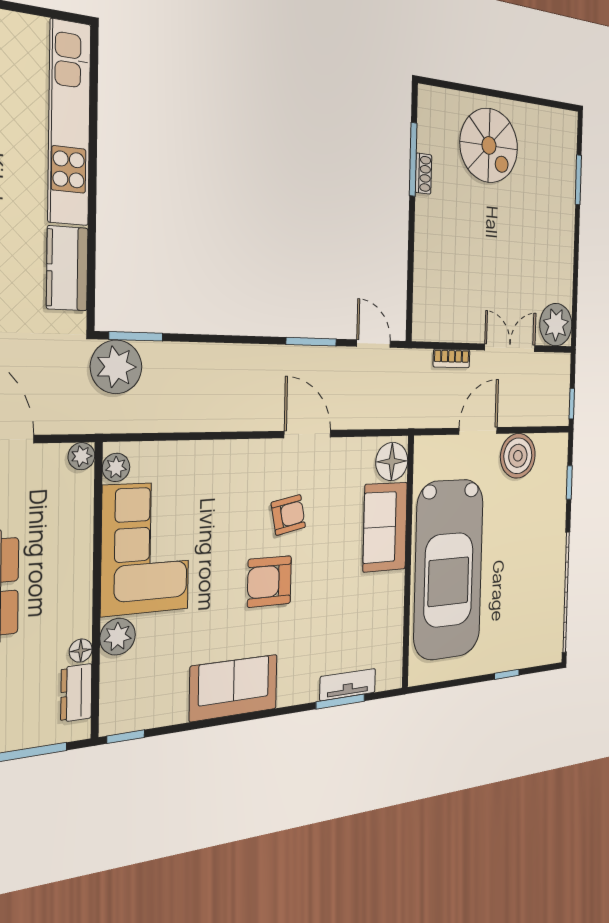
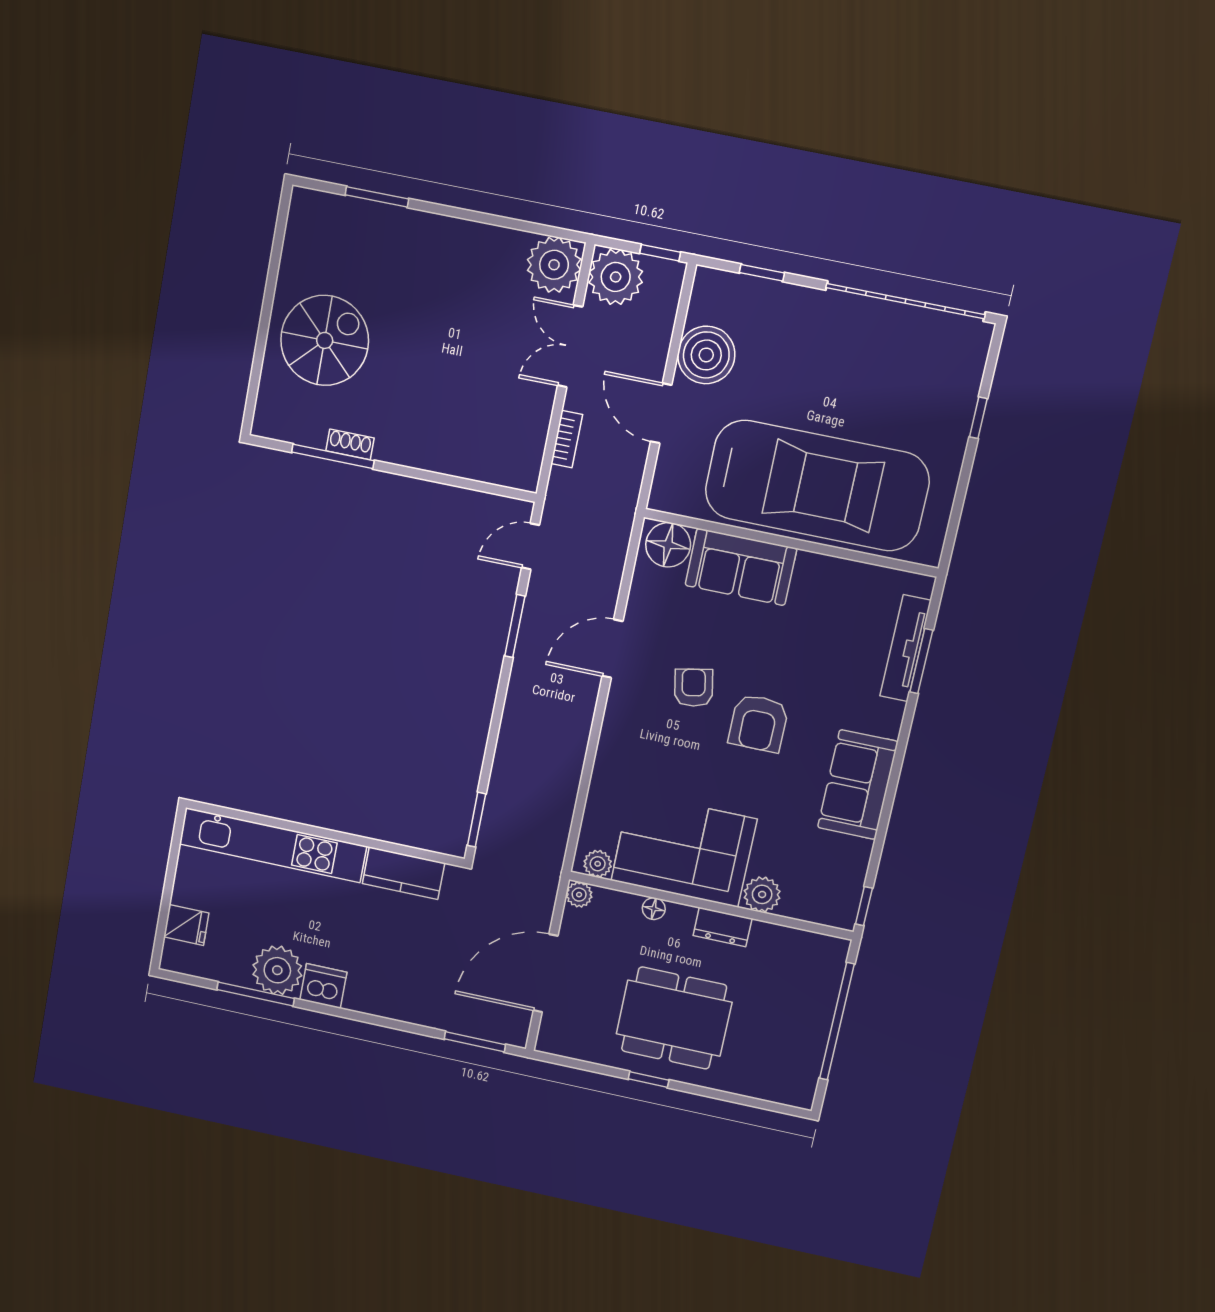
plant: (116, 367) -> (616, 277), moved
floor lamp: (81, 651) -> (654, 909), moved
tv unit: (348, 685) -> (906, 648), width x1.41
dresser: (76, 693) -> (723, 927), moved

